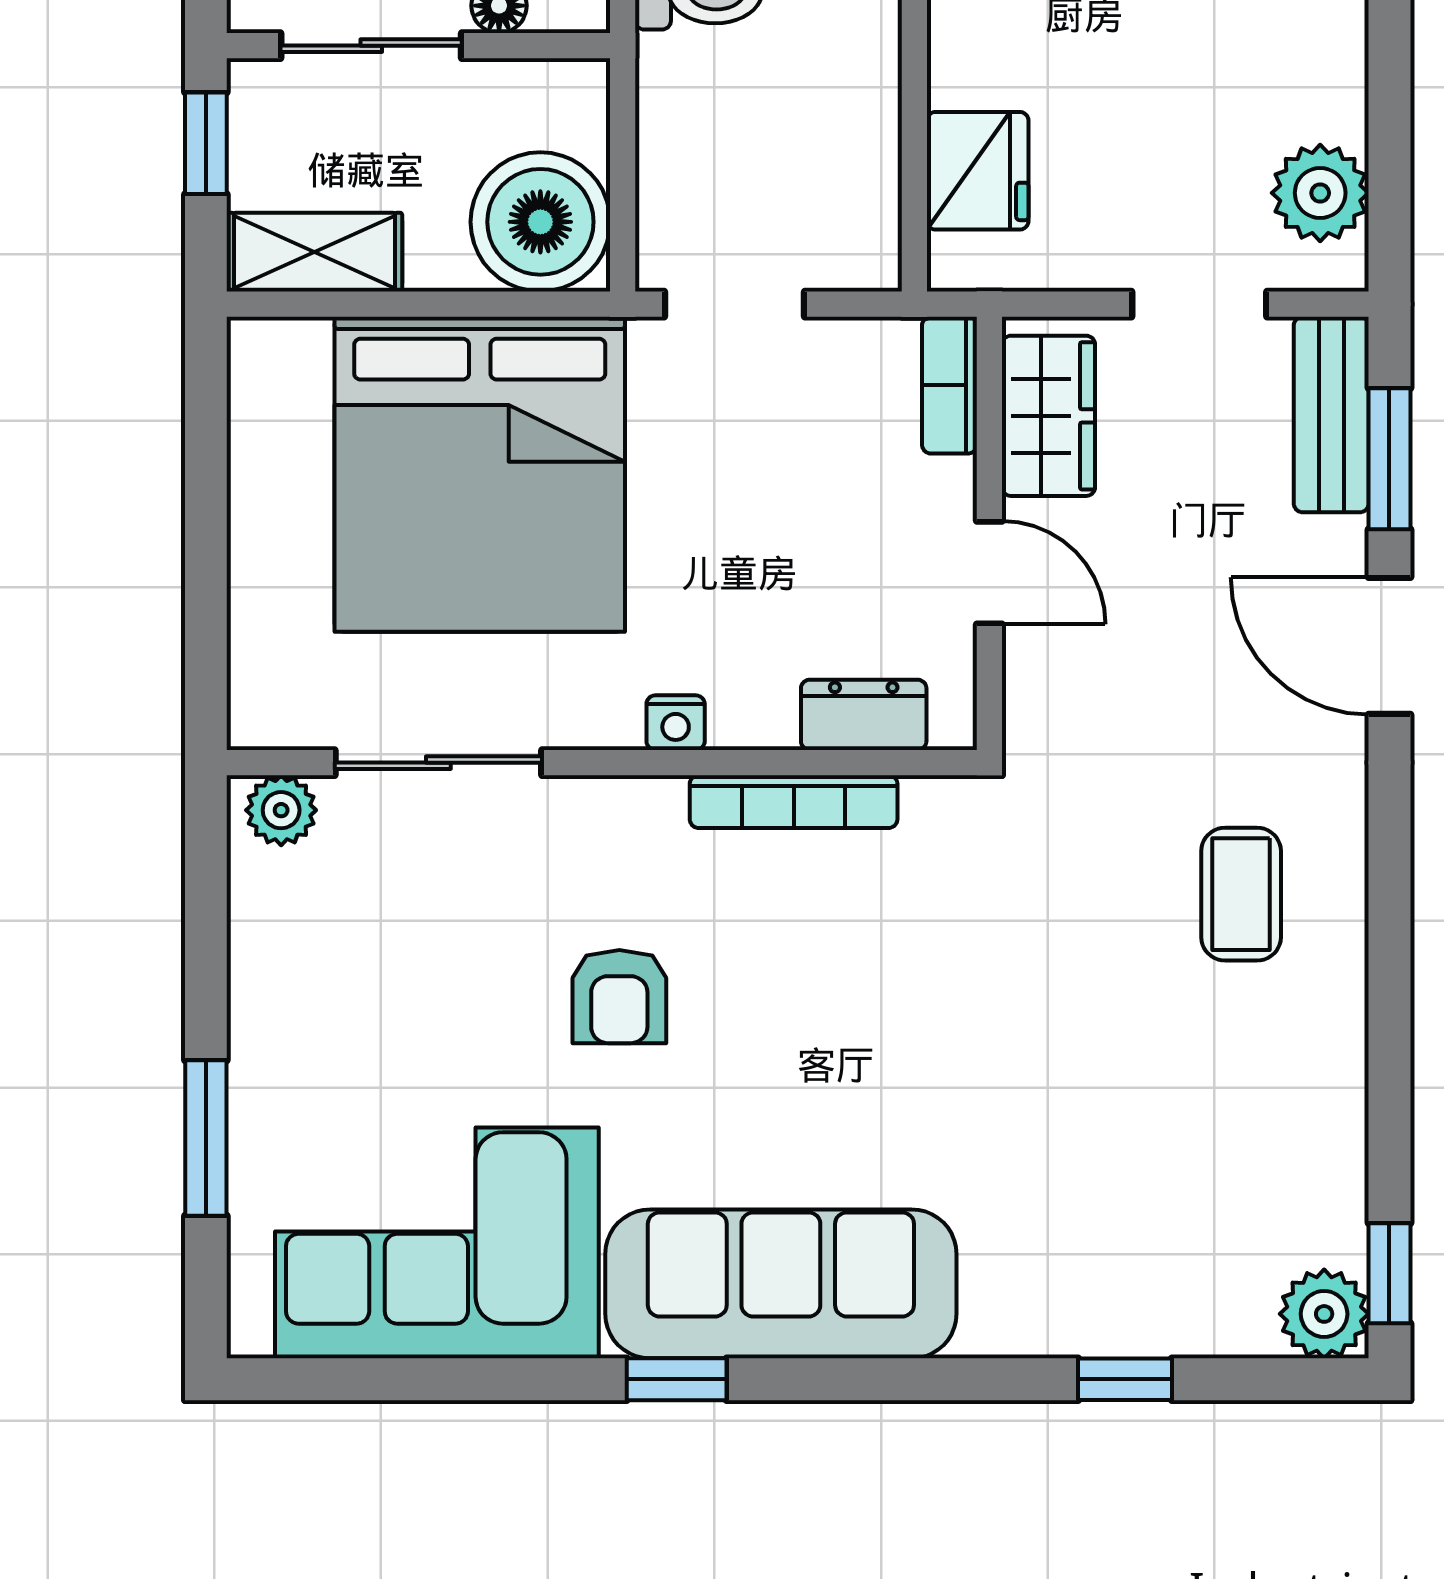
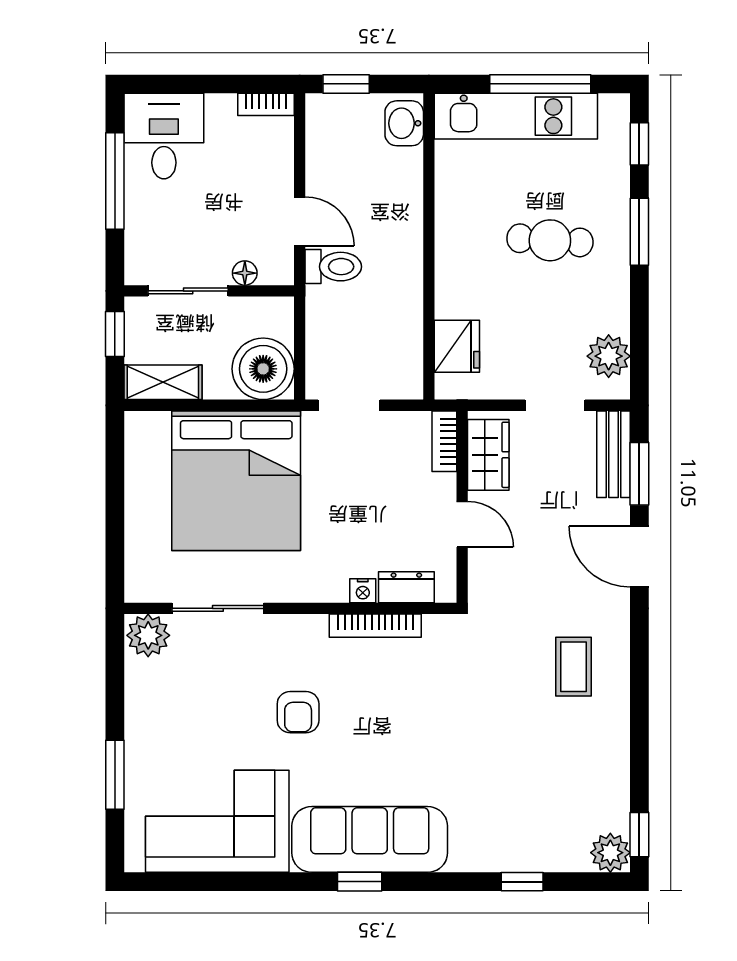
nightstand: (676, 723) -> (363, 591), moved
plant: (281, 810) -> (148, 635), width x1.38, depth x1.38
window: (677, 1379) -> (360, 882), moved

